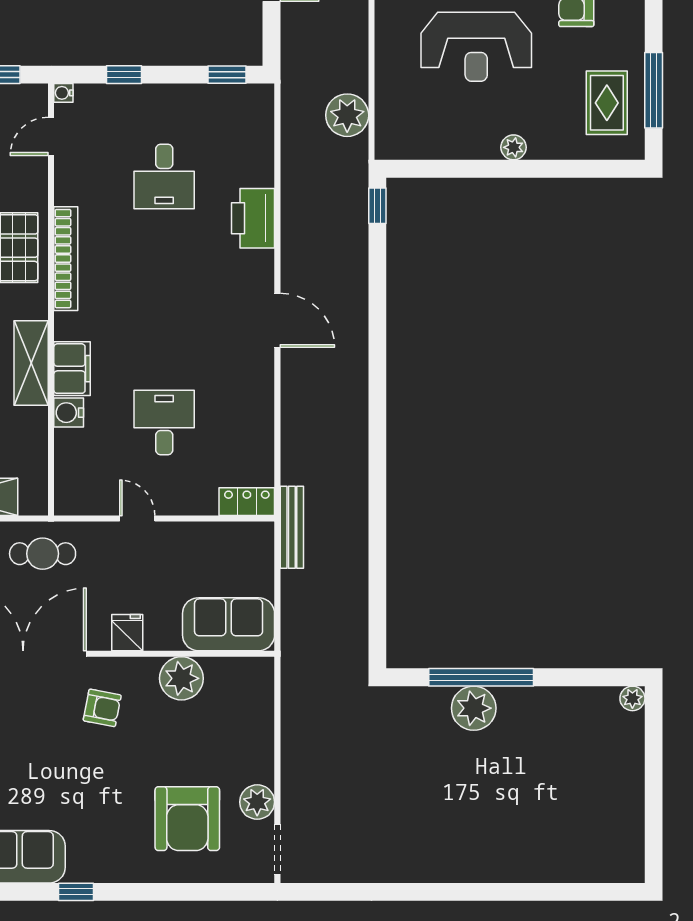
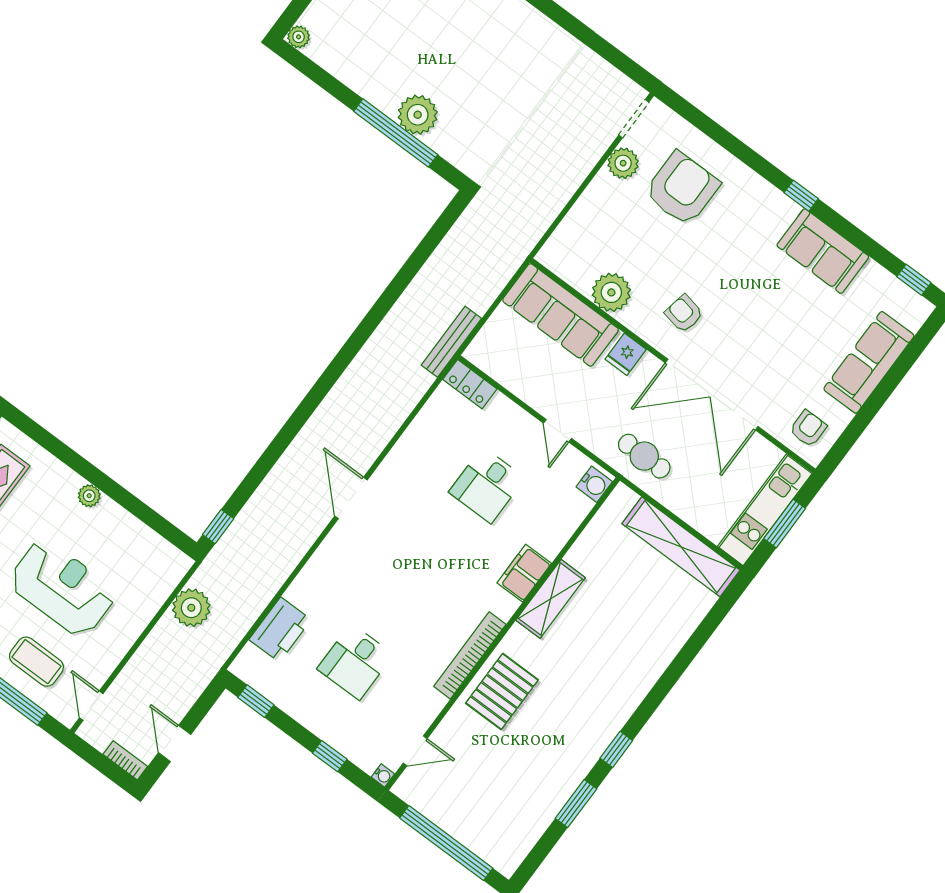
desk: (164, 176) -> (355, 662), turned 180
printer: (253, 218) -> (280, 630), moved
water cooler: (69, 413) -> (594, 484), moved
sofa: (229, 624) -> (560, 315), width x1.36

